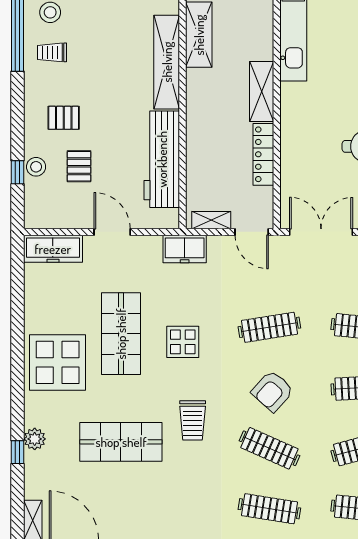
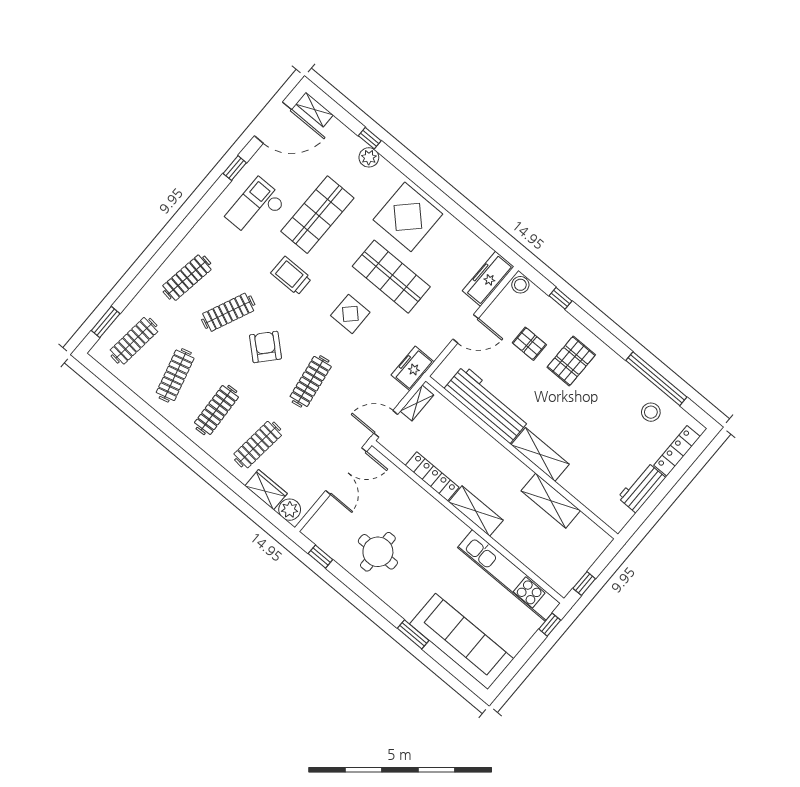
trolley: (52, 52) -> (622, 390), removed
shelving: (167, 62) -> (540, 454), width x0.68
pallet: (64, 118) -> (571, 361), width x1.50, depth x1.42
stool: (36, 167) -> (520, 285), moved
checkout: (160, 500) -> (256, 208), added

